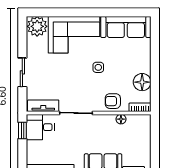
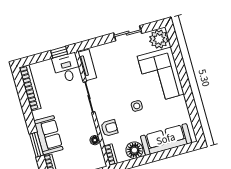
sofa: (126, 27) -> (166, 139), moved, turned 90
sliding door: (22, 72) -> (128, 33), moved
armchair: (113, 101) -> (109, 128), turned 90

